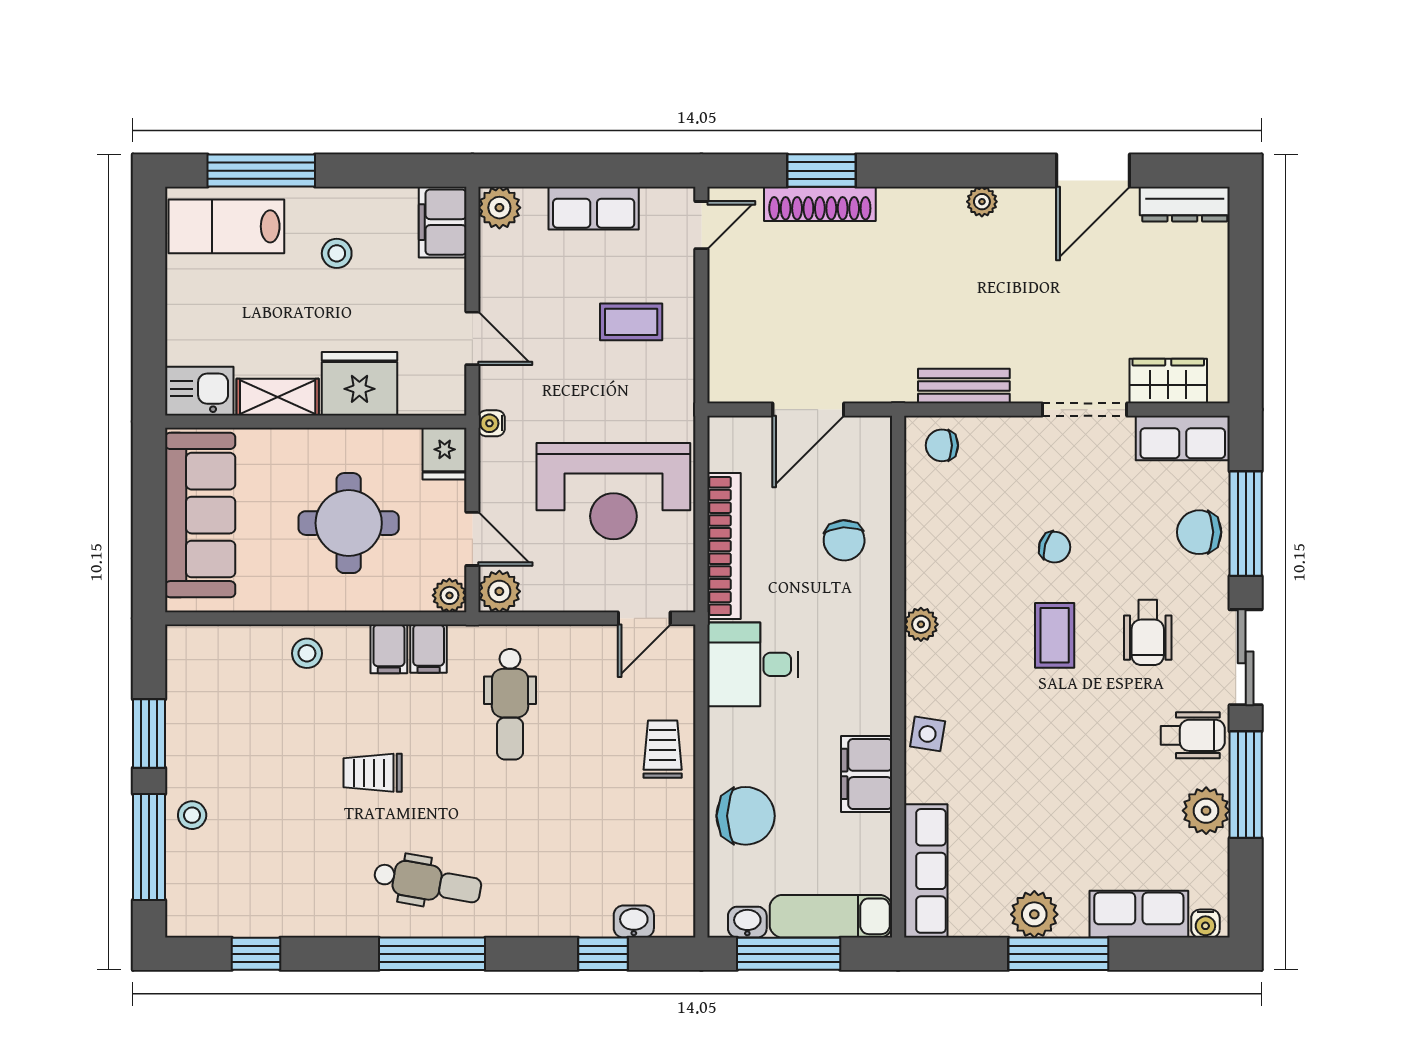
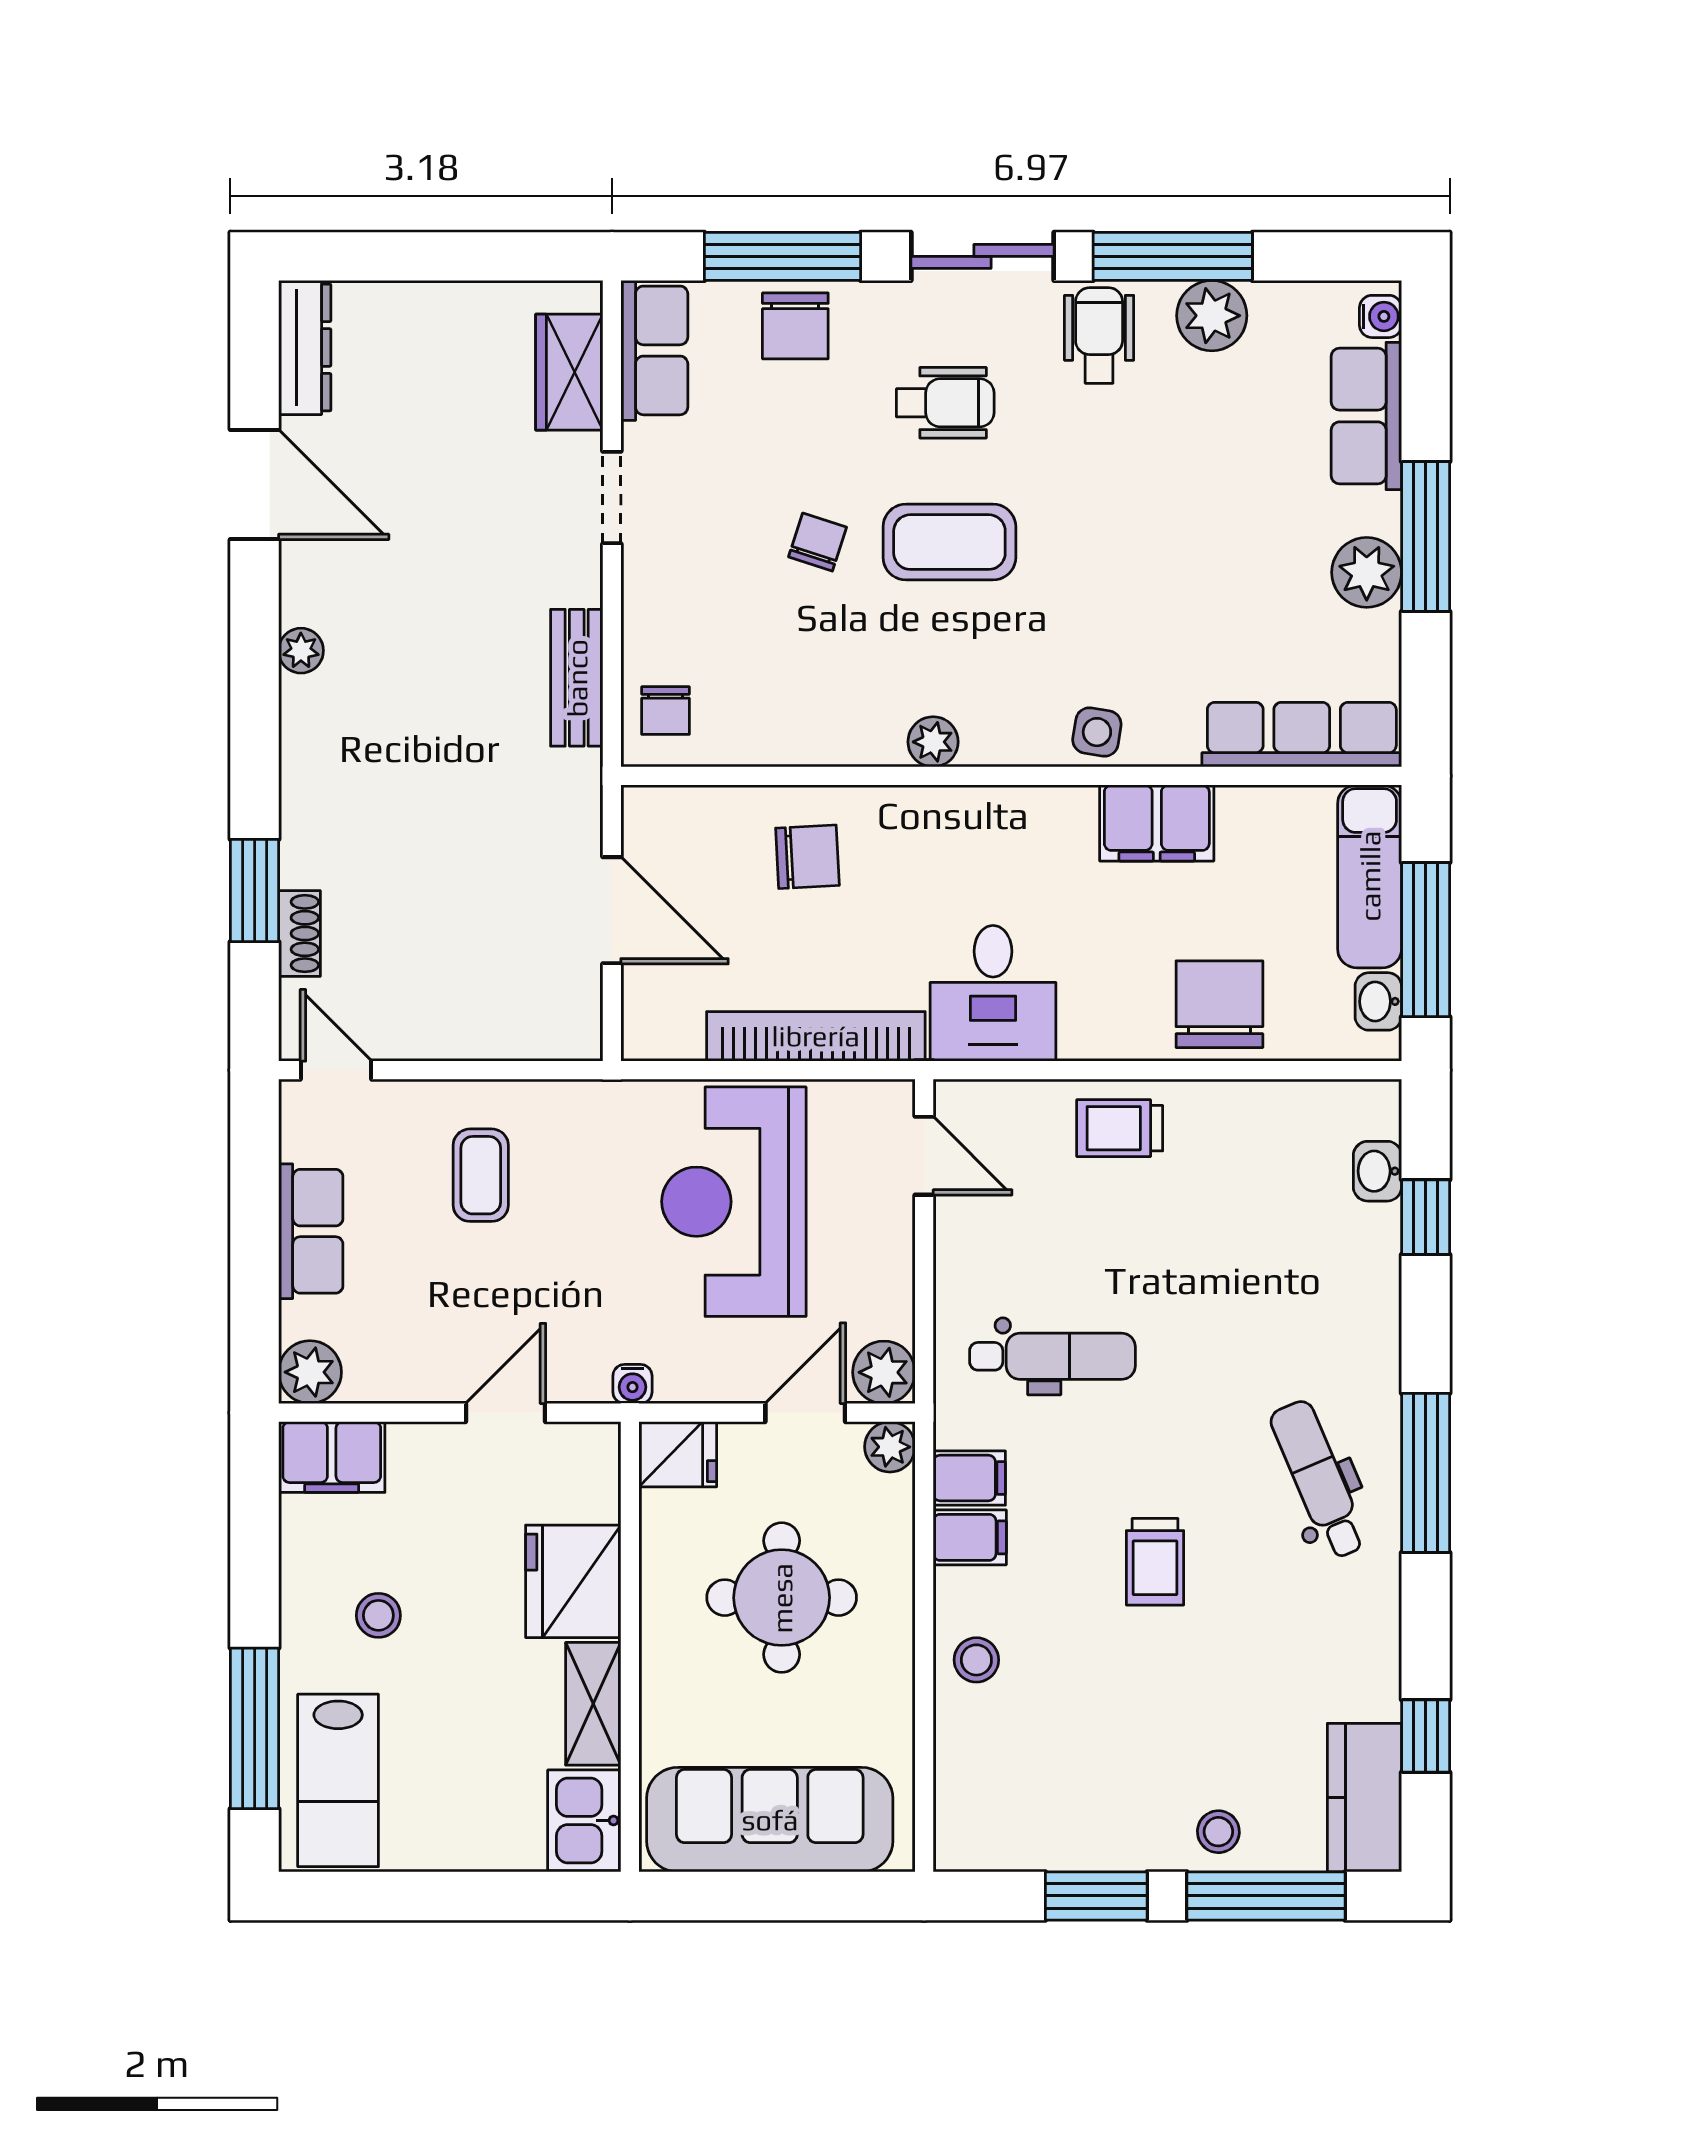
shoe rack: (820, 204) -> (299, 934), width x0.51, depth x0.81
doorway: (1084, 410) -> (612, 497), width x0.73
reception desk: (613, 491) -> (734, 1202), turned 180
coffee table: (1055, 635) -> (949, 542), width x1.36, depth x1.30
dental chair: (428, 882) -> (1319, 1480), turned -33
kitchen counter: (215, 913) -> (1364, 1798), added

